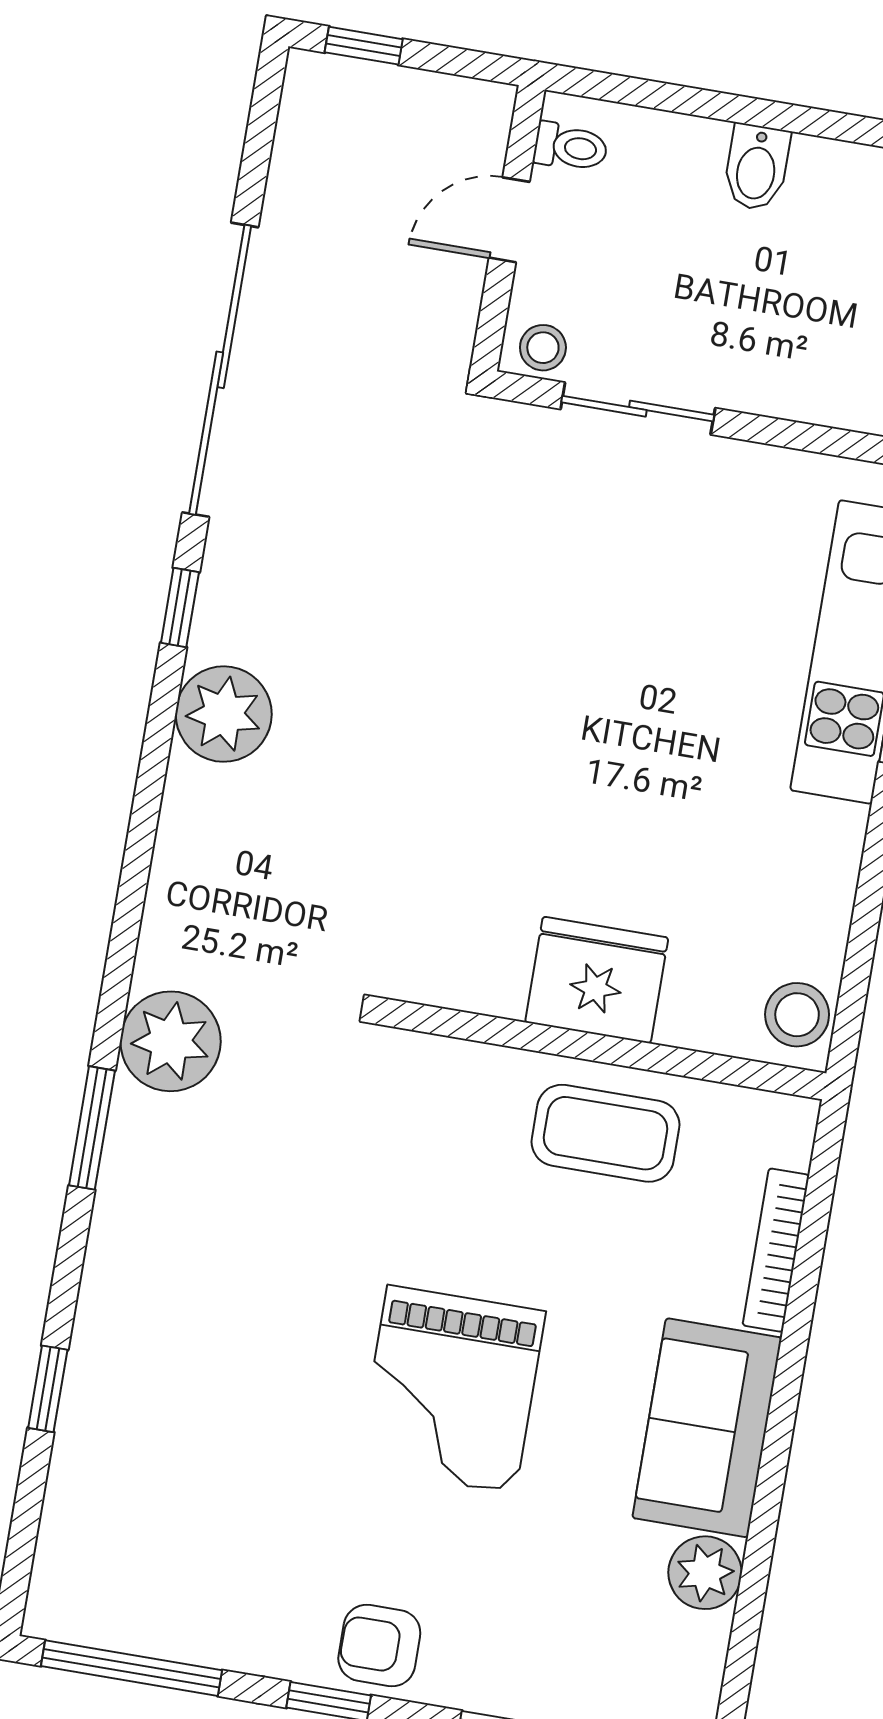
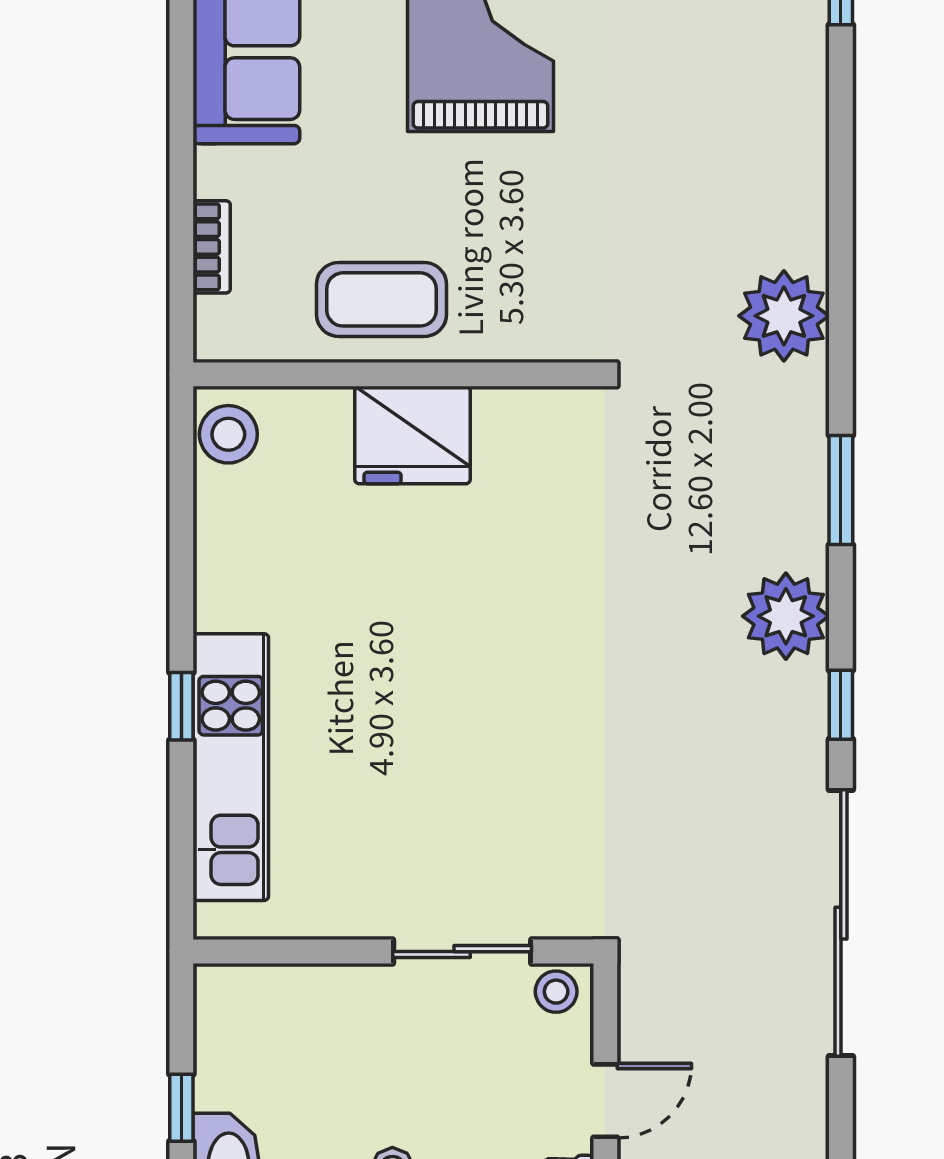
window: (92, 1128) -> (841, 490), moved
bookcase: (776, 1250) -> (212, 247), width x0.64

